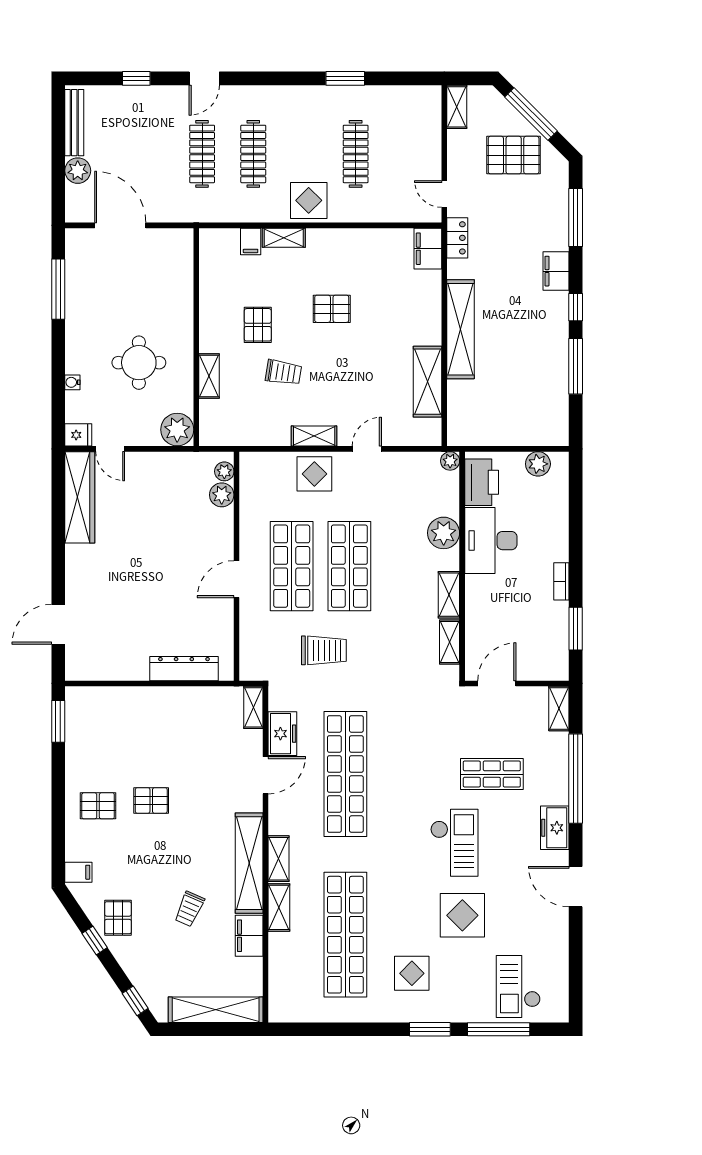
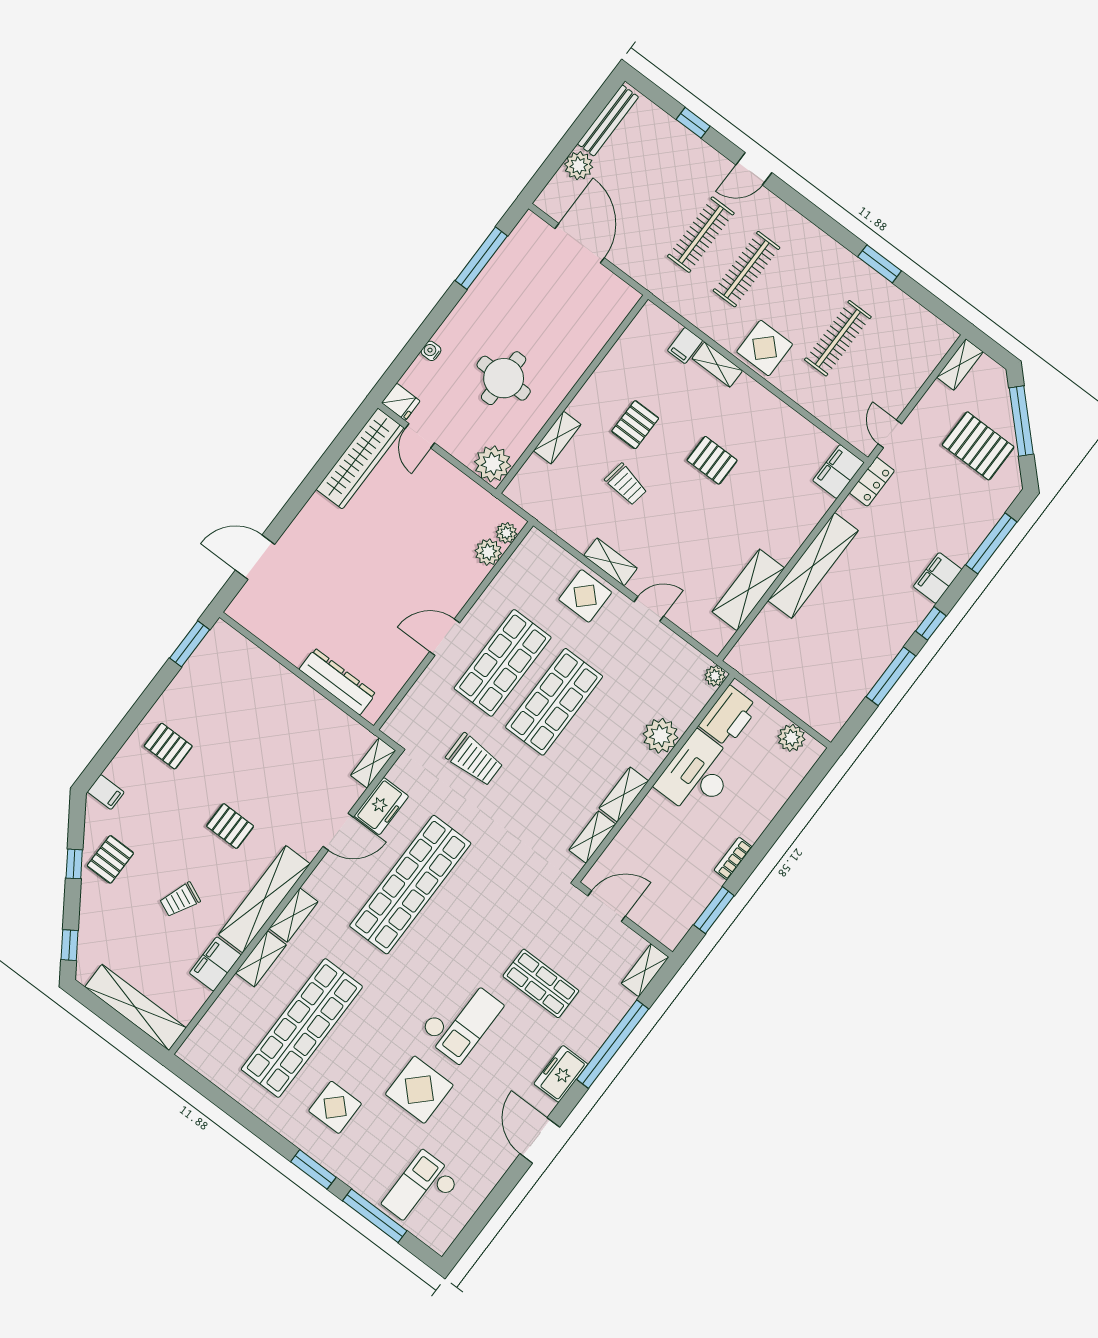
pallet: (151, 800) -> (230, 826), moved

